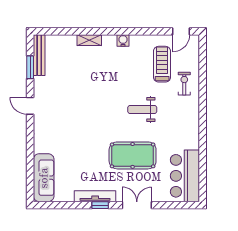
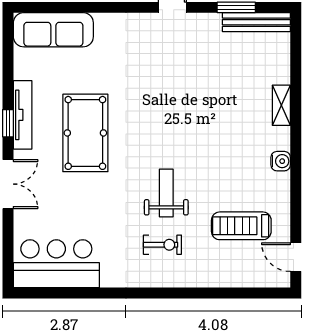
treadmill: (162, 64) -> (241, 226), turned 180
exercise bike: (184, 84) -> (162, 245), moved
pool table: (133, 155) -> (85, 133), moved

